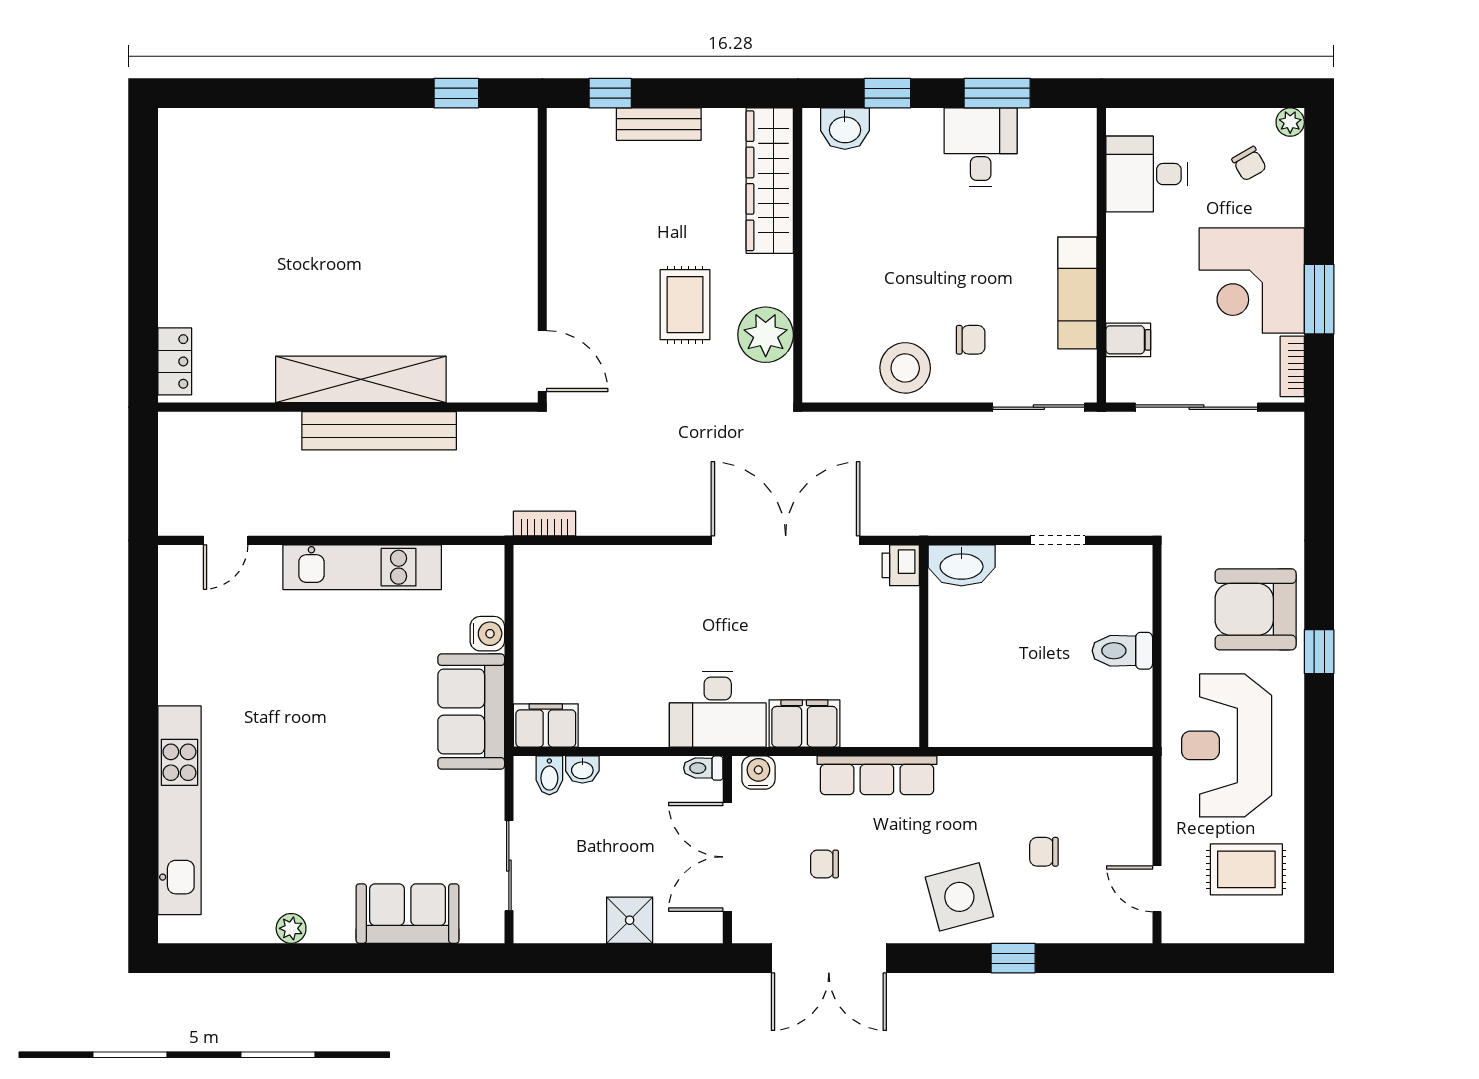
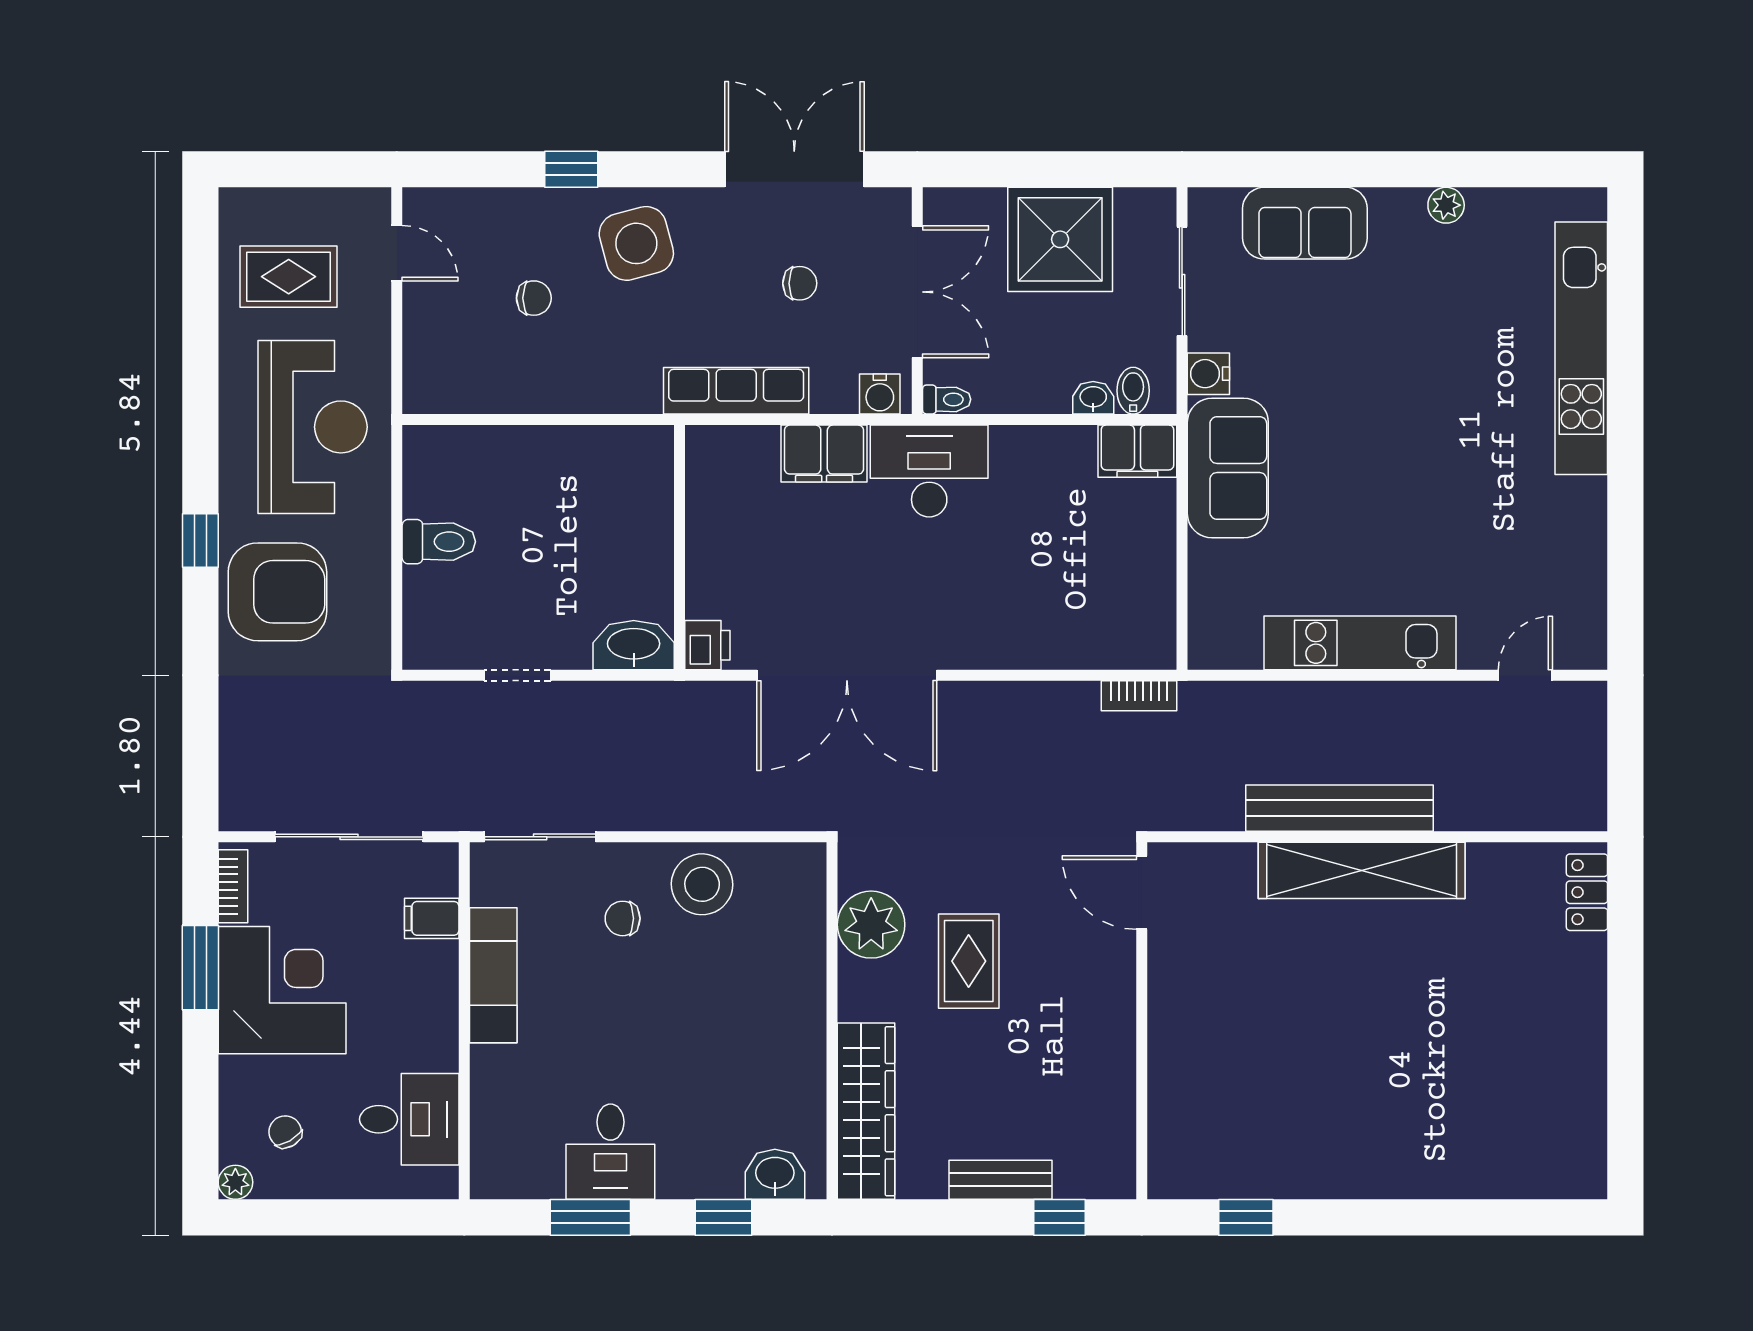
water cooler: (487, 634) -> (1208, 374), moved
shower: (630, 920) -> (1060, 239), width x1.86, depth x1.86

